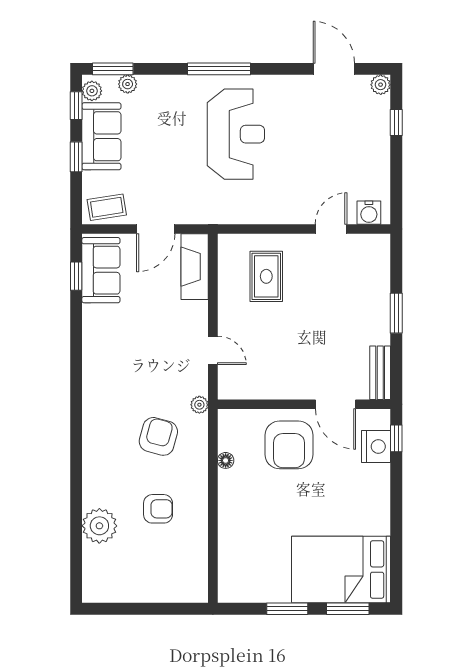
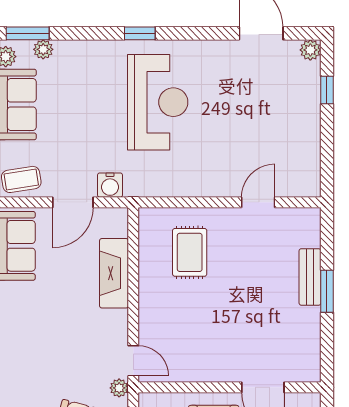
window: (219, 69) -> (140, 33), width x0.46
water cooler: (369, 213) -> (110, 185), moved
fireplace: (195, 267) -> (114, 273), moved
door: (213, 350) -> (133, 361), moved
bench: (380, 373) -> (310, 277), moved

